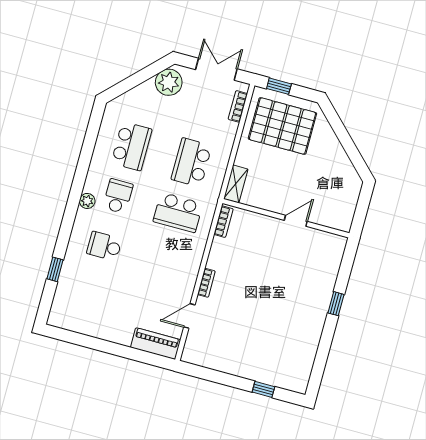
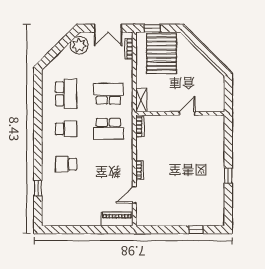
double door: (216, 69) -> (108, 28), swing flipped
pallet: (282, 126) -> (162, 54), turned 90
school desk: (191, 162) -> (108, 94), turned 90
school desk: (118, 196) -> (66, 129), turned 90
plant: (87, 201) -> (47, 138), removed
window: (336, 304) -> (228, 176), moved

